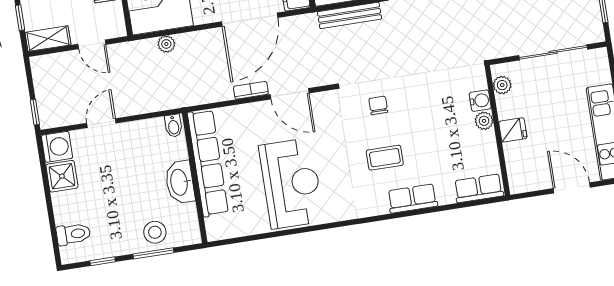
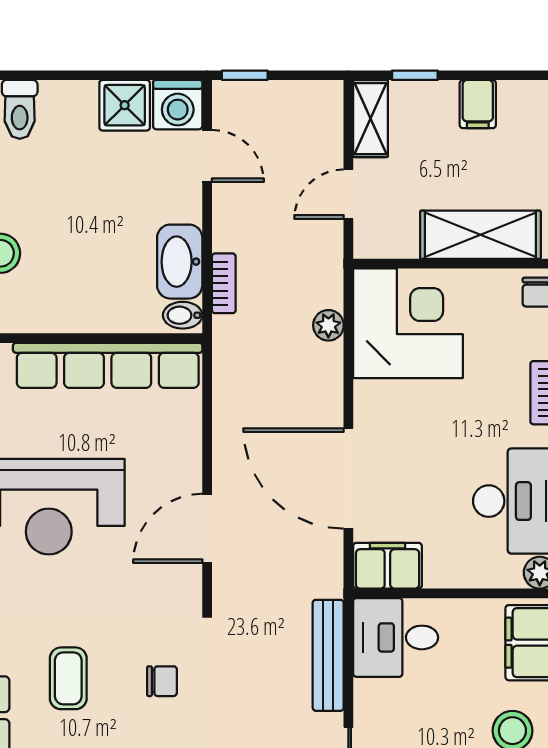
bookcase: (251, 90) -> (224, 283), moved
door: (101, 123) -> (207, 156), moved
washbasin: (180, 182) -> (180, 262), moved, turned -90

